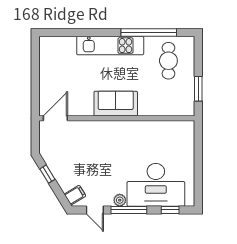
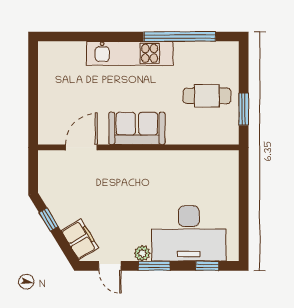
cafe table: (168, 61) -> (207, 96), moved, turned 90
door: (55, 118) -> (81, 147), moved
filing cabinet: (75, 195) -> (80, 239), width x2.00
window: (129, 210) -> (154, 266), width x0.69

